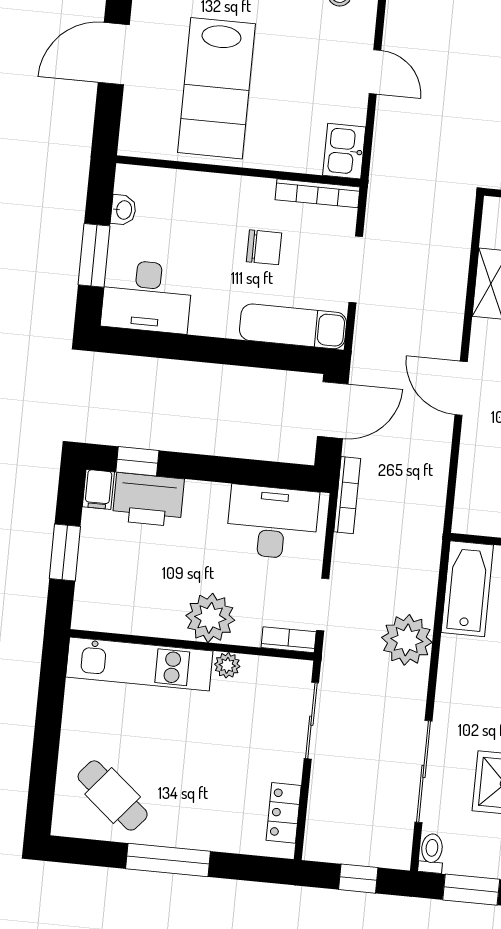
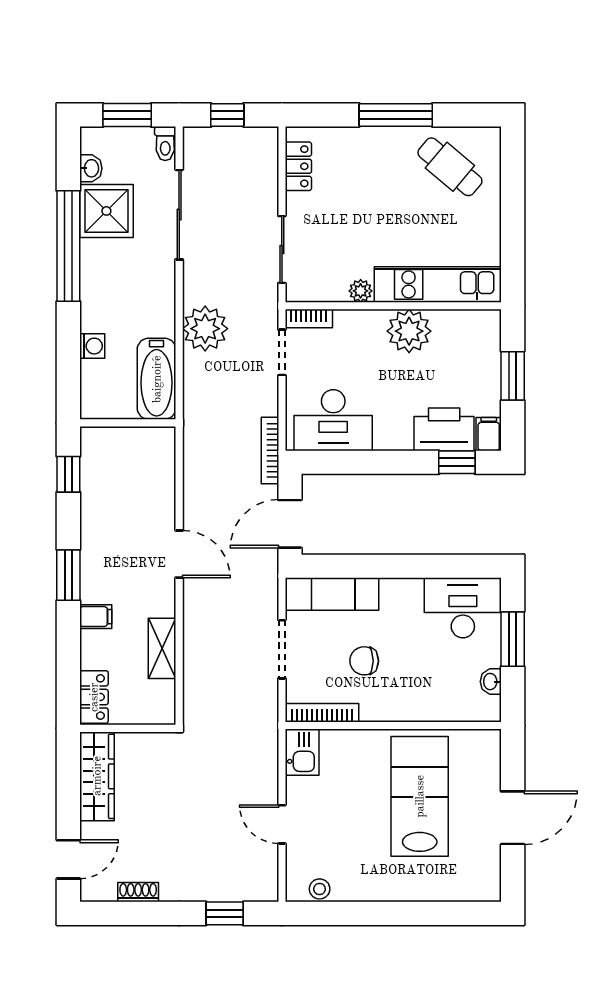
plant: (210, 618) -> (409, 331), moved

